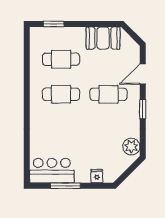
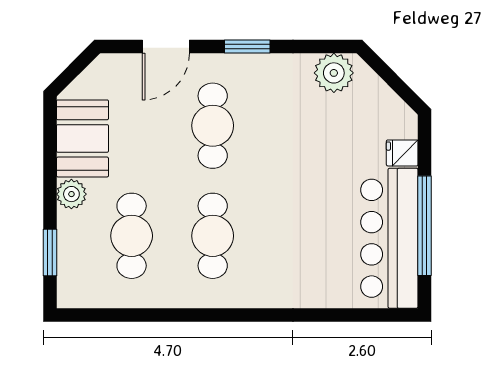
plant: (79, 33) -> (71, 194), added
door: (143, 74) -> (166, 47), hinge flipped
bar counter: (52, 171) -> (389, 238), width x1.36
window: (65, 186) -> (424, 226), width x1.46

